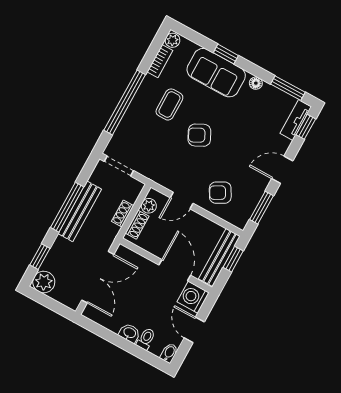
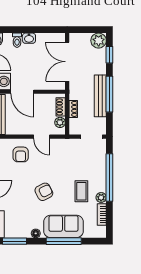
plant: (172, 40) -> (101, 197), moved
window: (226, 54) -> (64, 241), width x2.17
armchair: (199, 135) -> (44, 192), moved
armchair: (220, 193) -> (21, 154), turned 119
door: (182, 201) -> (42, 137), swing flipped

